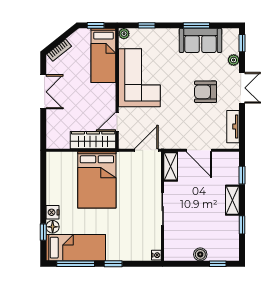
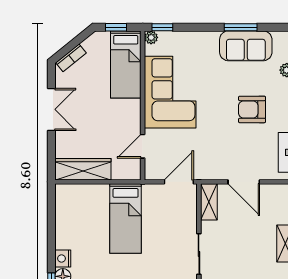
window: (147, 25) -> (162, 27), moved
wardrobe: (93, 140) -> (83, 169), moved
bed: (97, 180) -> (126, 218), width x0.67

